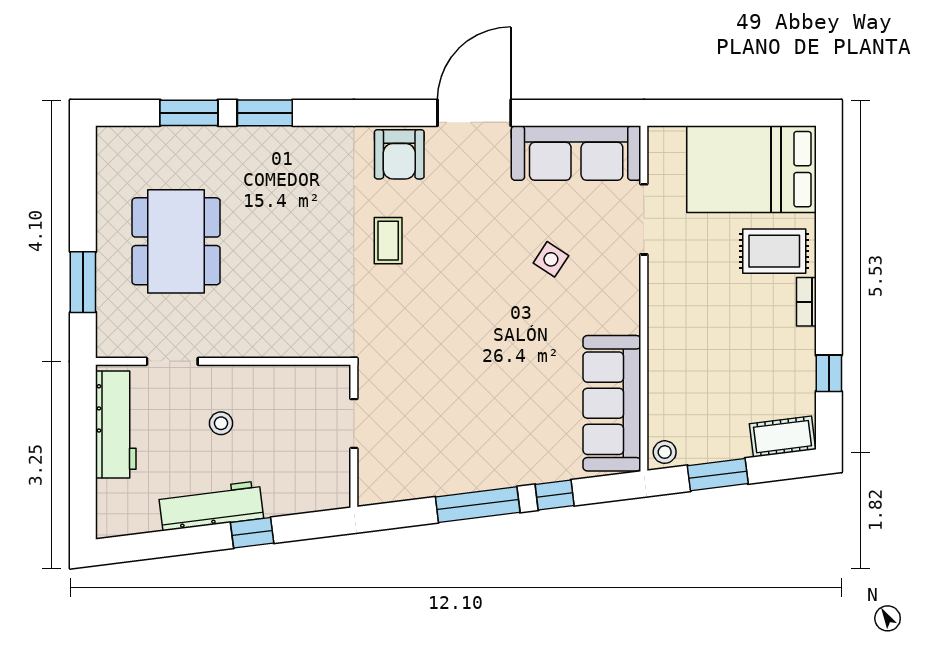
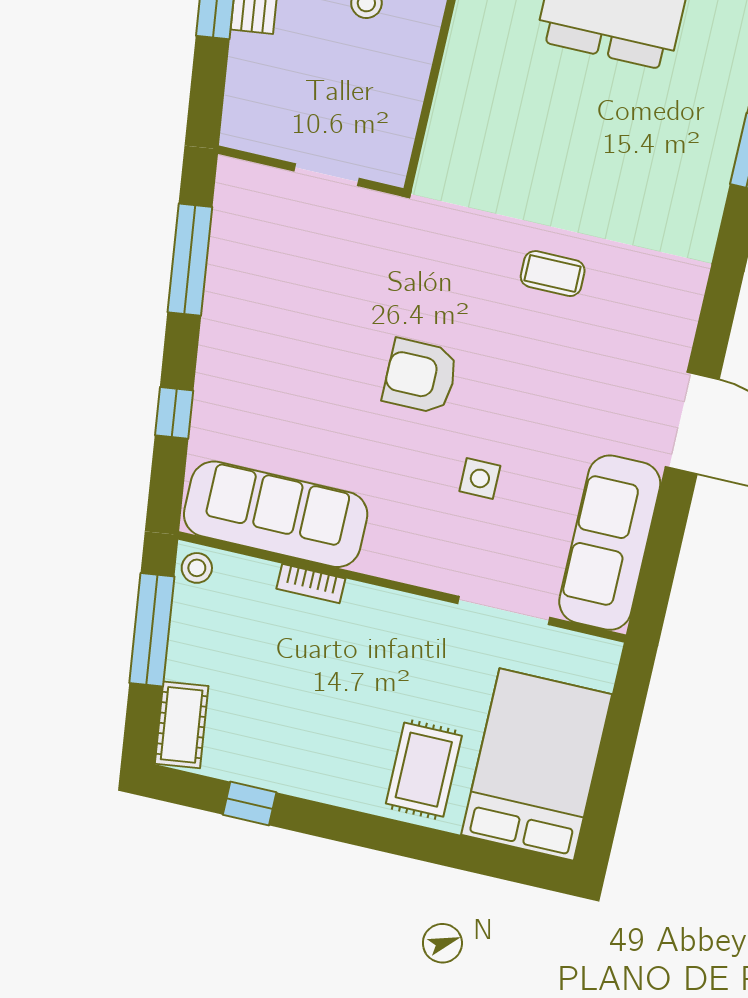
armchair: (399, 154) -> (420, 376), moved
side table: (551, 259) -> (480, 478), turned -33
bookcase: (806, 302) -> (311, 584), moved, turned 180
window: (718, 475) -> (152, 630), width x1.44
window: (478, 505) -> (190, 260), moved

